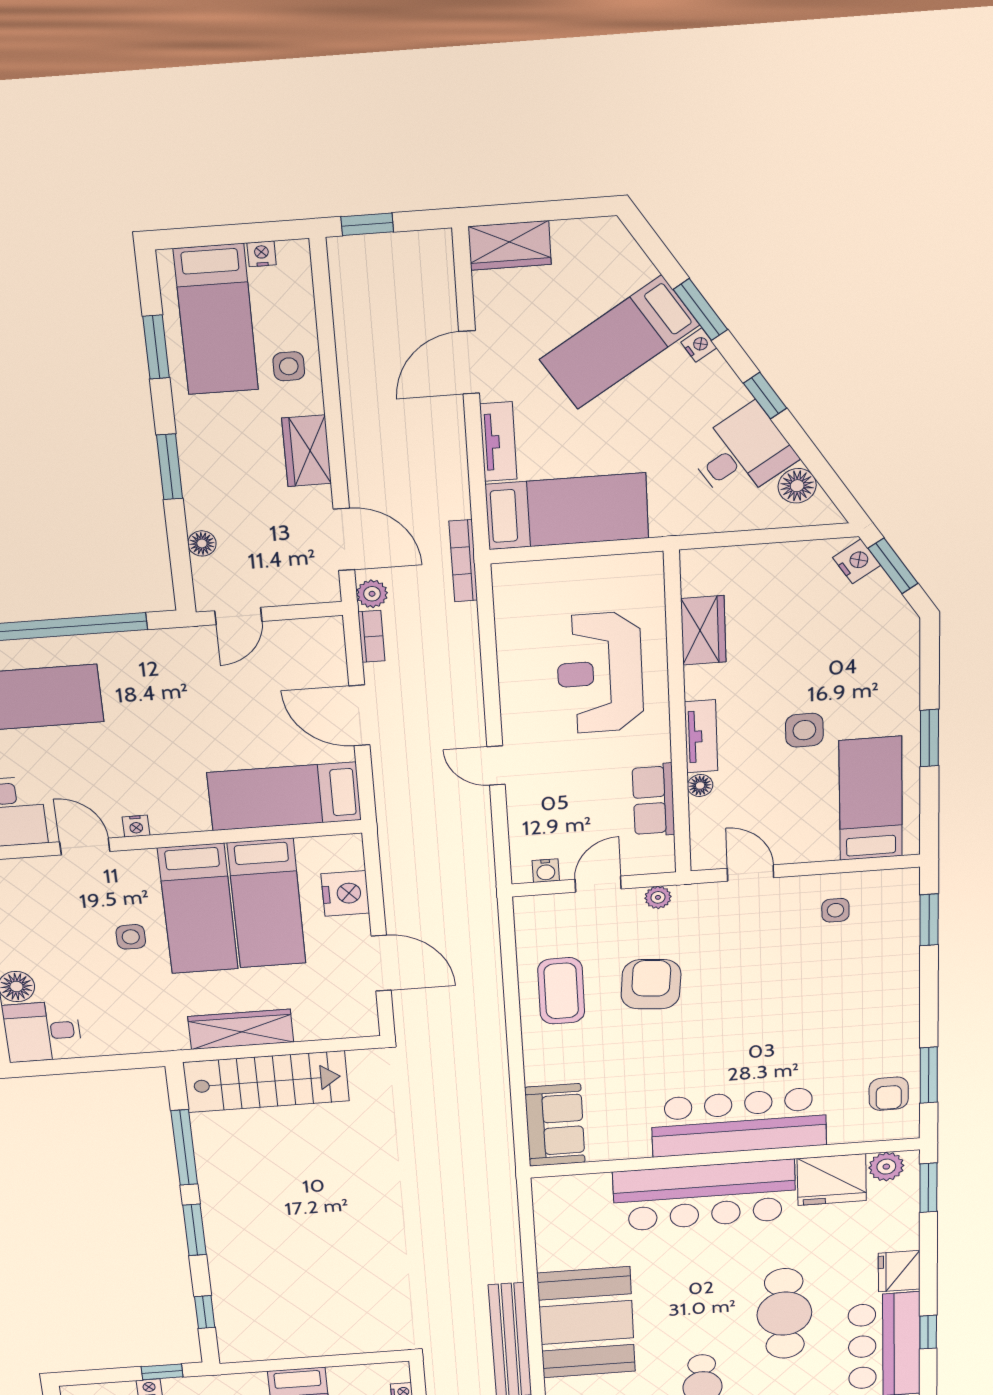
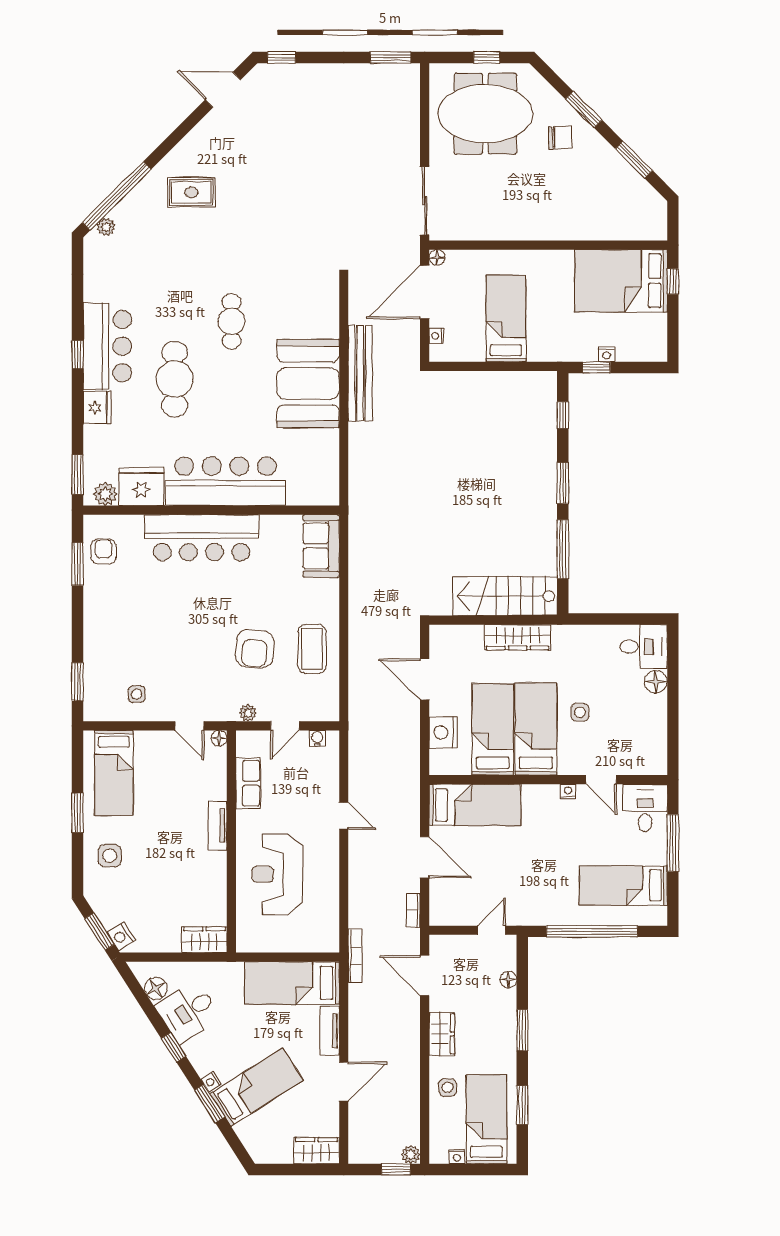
plant: (372, 594) -> (411, 1155), moved
wardrobe: (703, 630) -> (204, 940), moved, turned 90
reception desk: (600, 673) -> (277, 874), turned 180
side table: (804, 730) -> (110, 856), moved
floor lamp: (700, 785) -> (219, 738), moved

